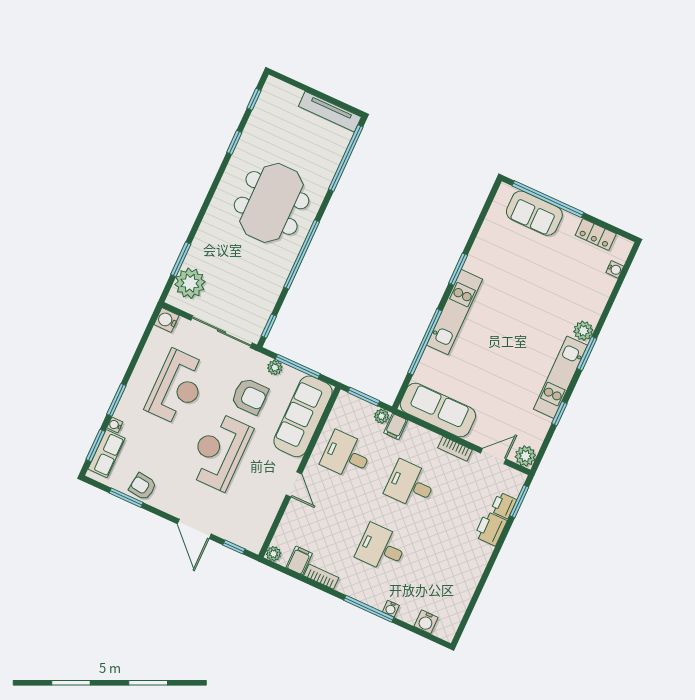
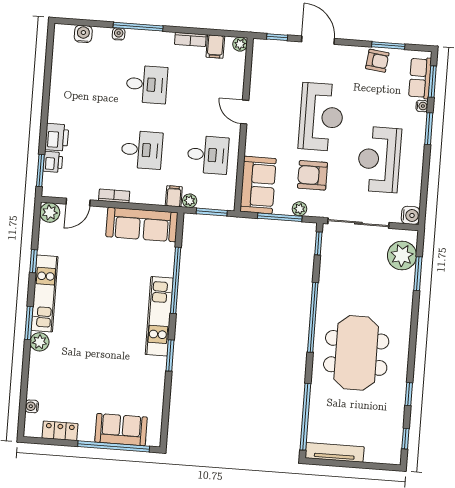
sofa: (303, 416) -> (258, 185), width x0.73

